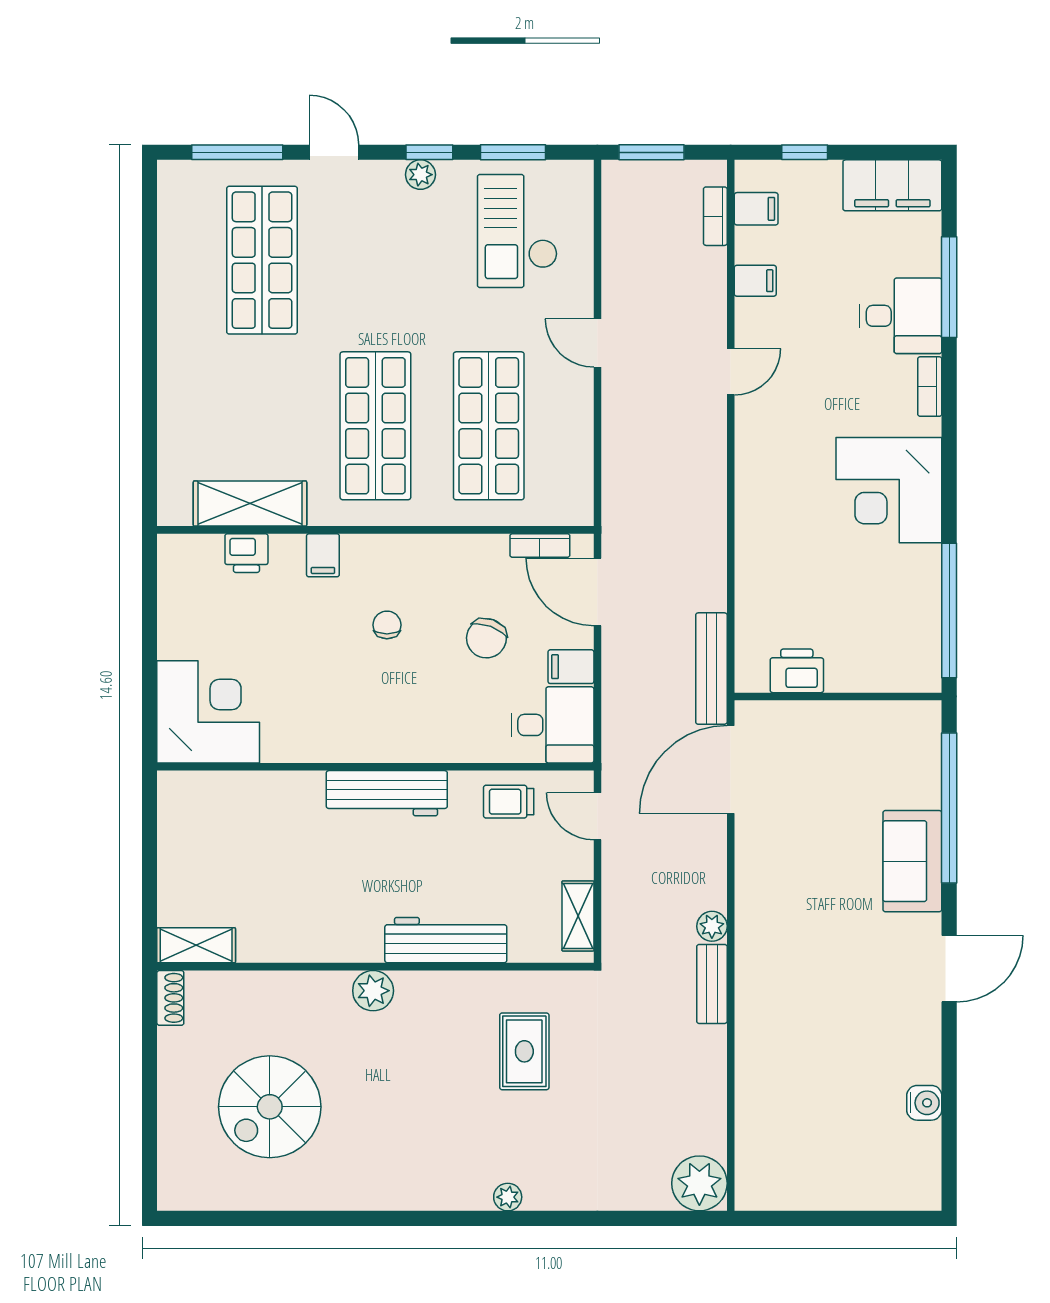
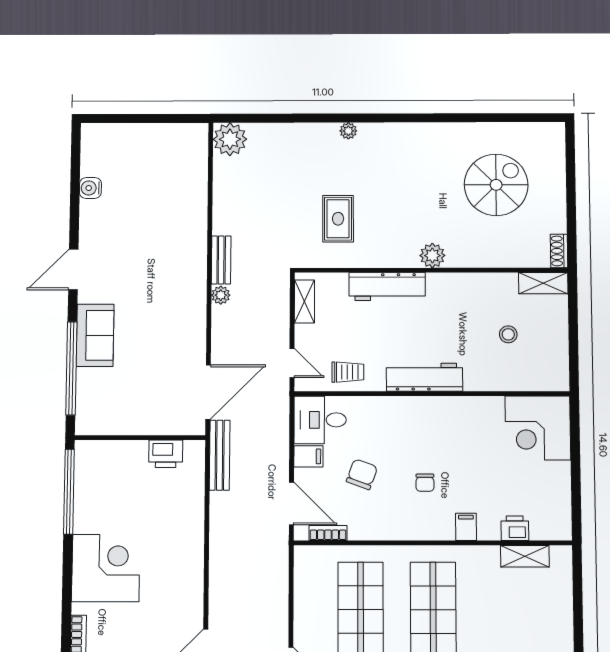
shelving: (250, 504) -> (525, 556), width x0.67, depth x0.75
stool: (253, 862) -> (508, 334), added

